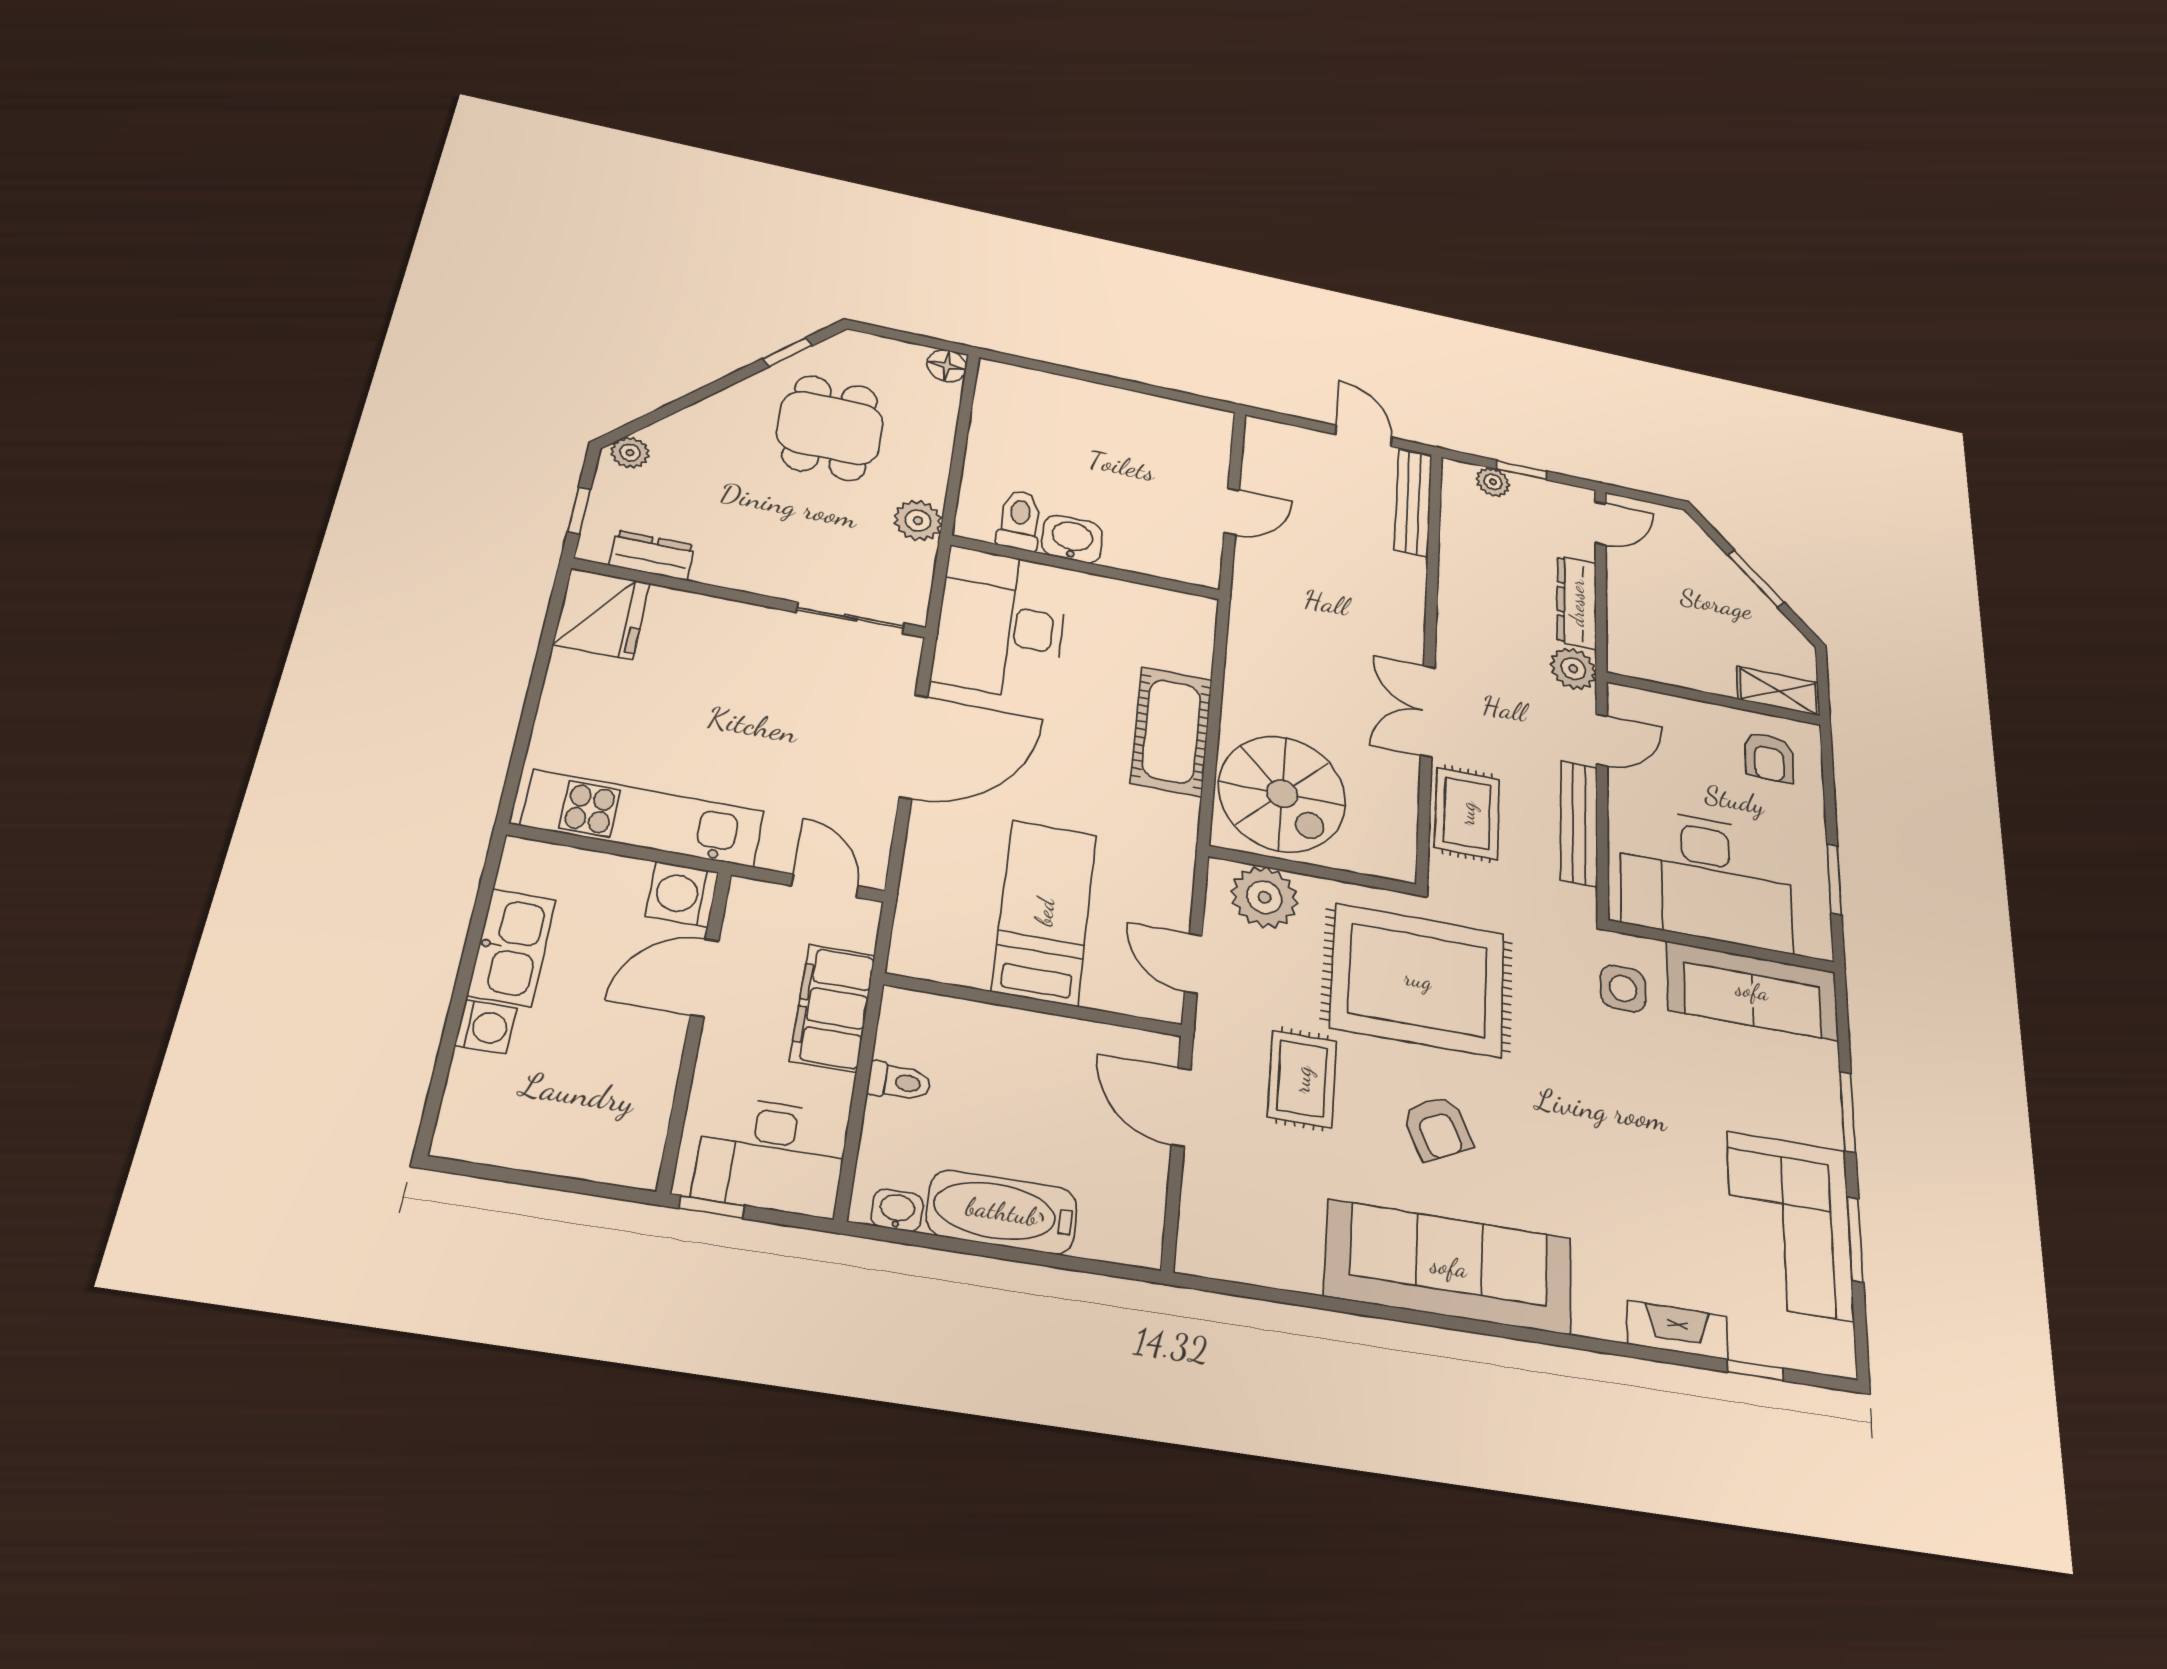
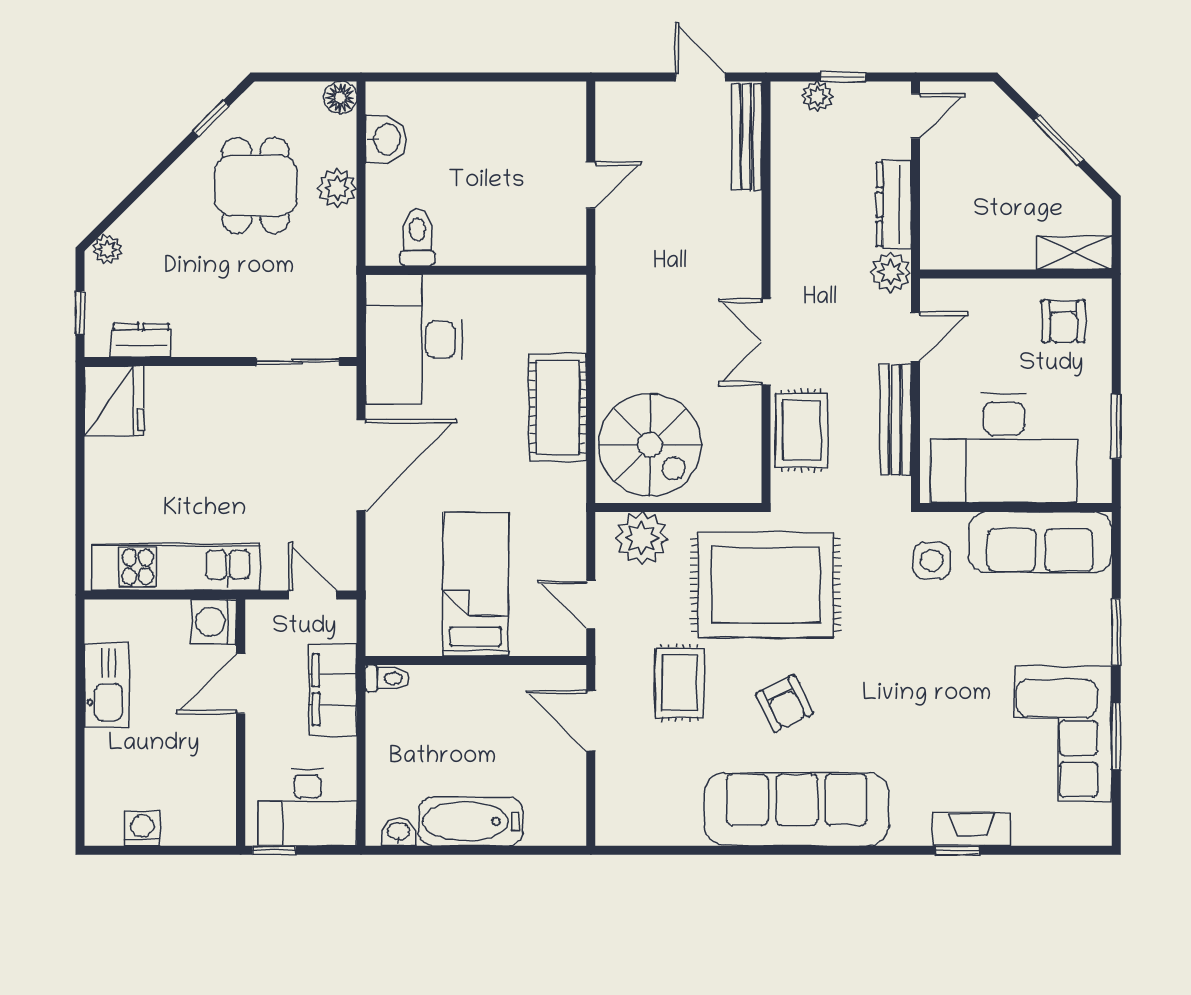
plant: (918, 520) -> (337, 188), moved
washbasin: (1072, 539) -> (386, 139), moved, turned 90
washing machine: (486, 1027) -> (142, 829), moved, turned -90
toilet: (899, 1082) -> (387, 678), moved
window: (1755, 1370) -> (957, 850), moved

